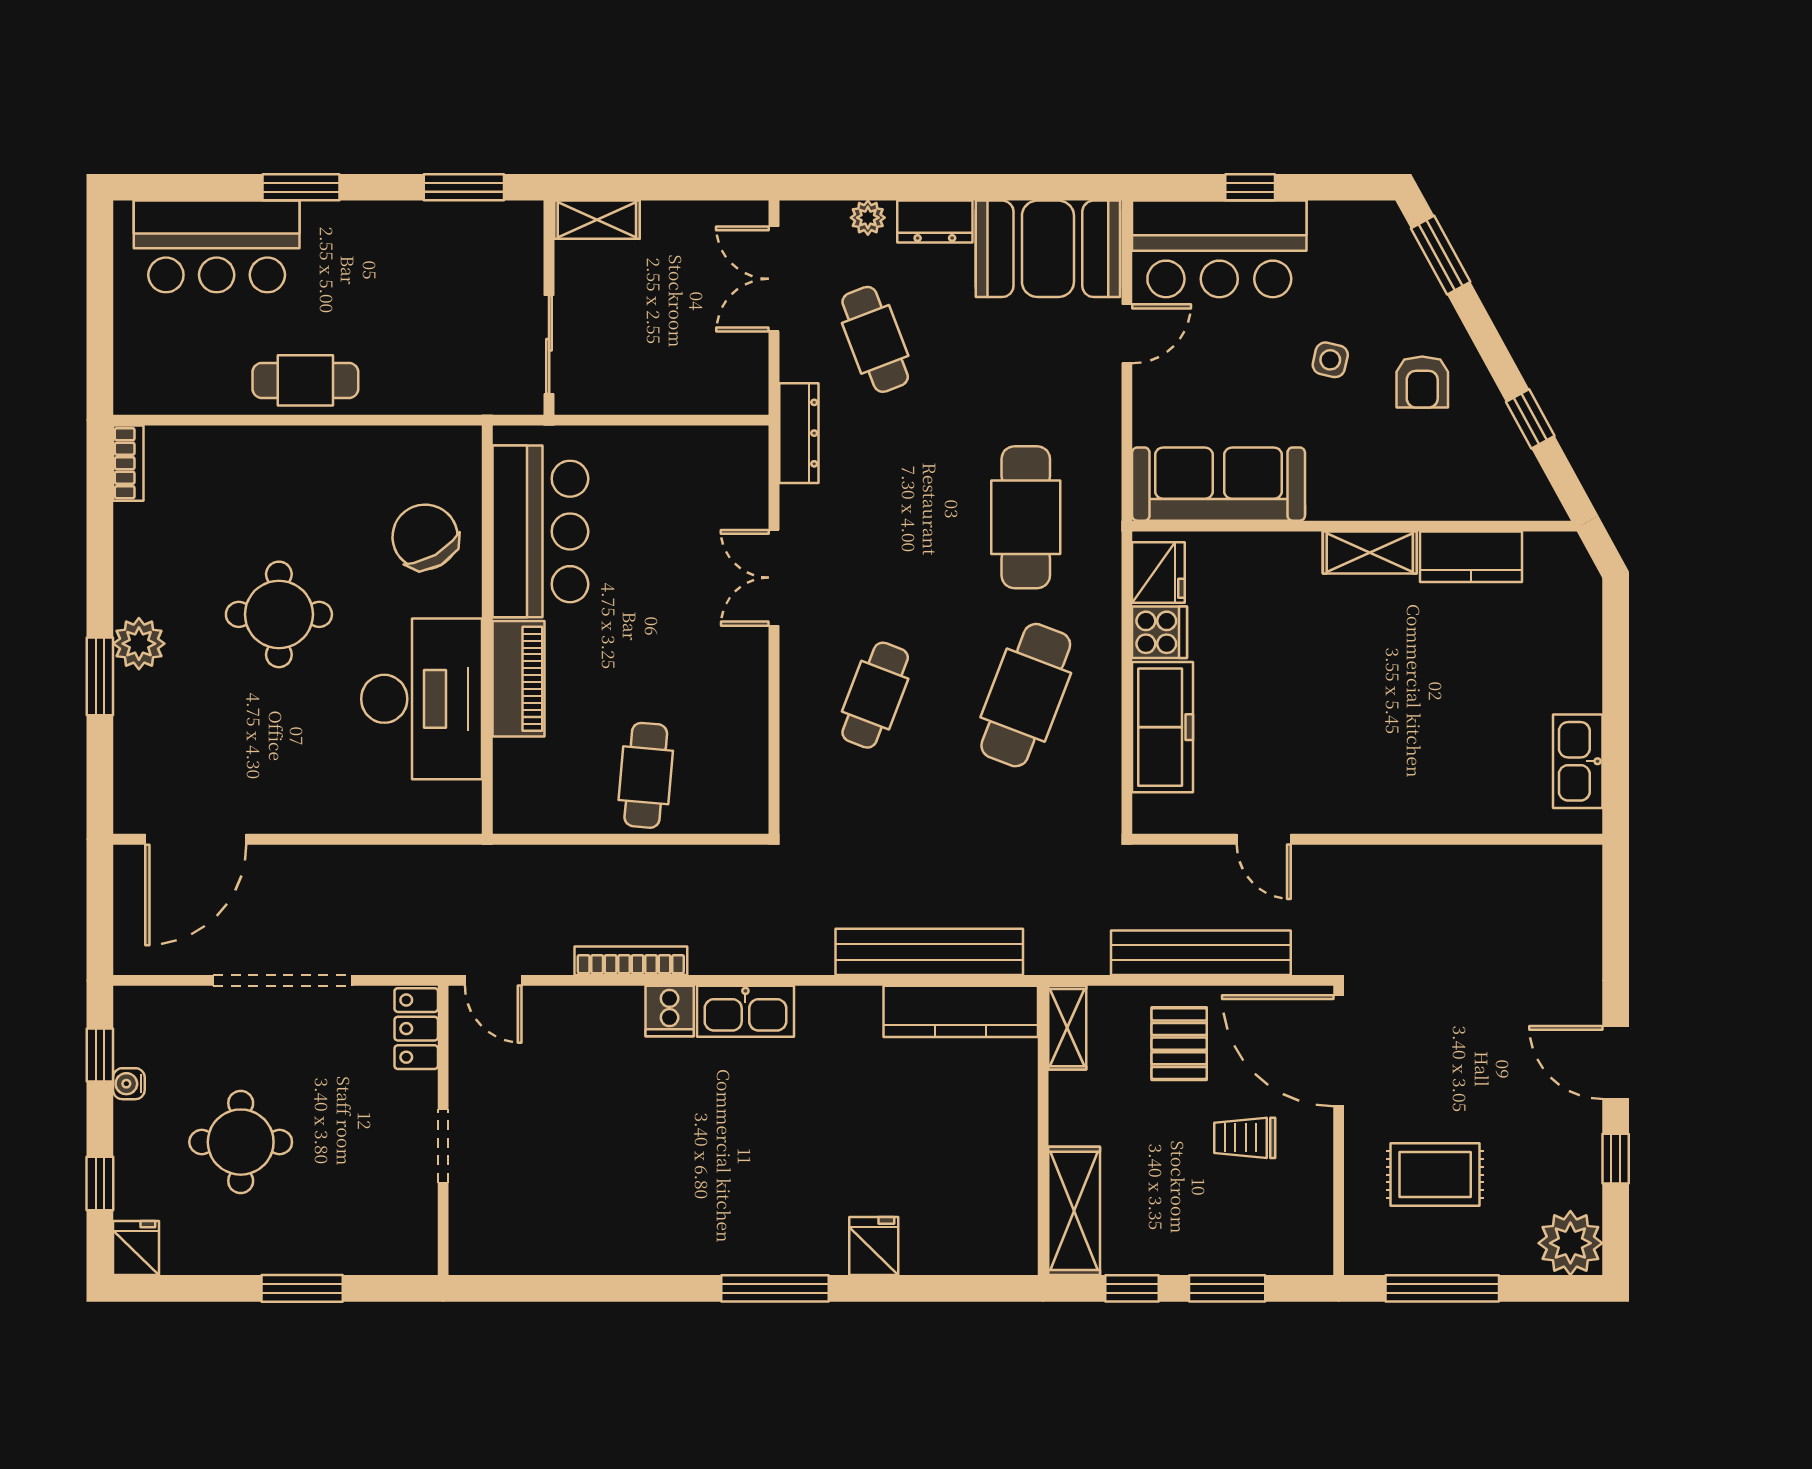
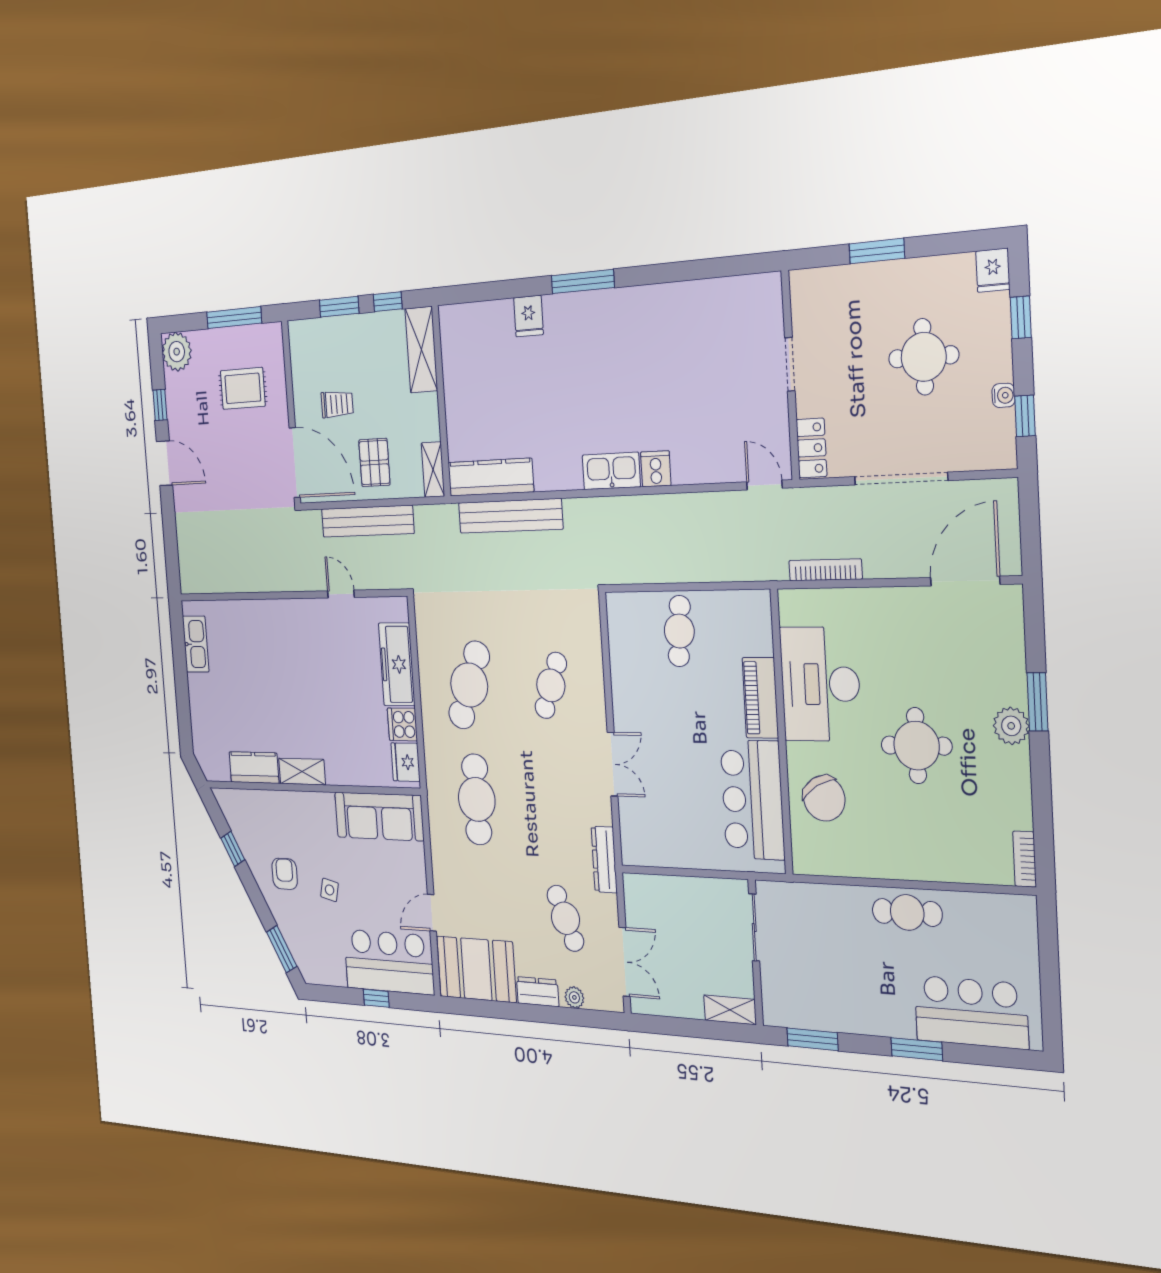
bookcase: (631, 961) -> (825, 570), moved, turned 180

